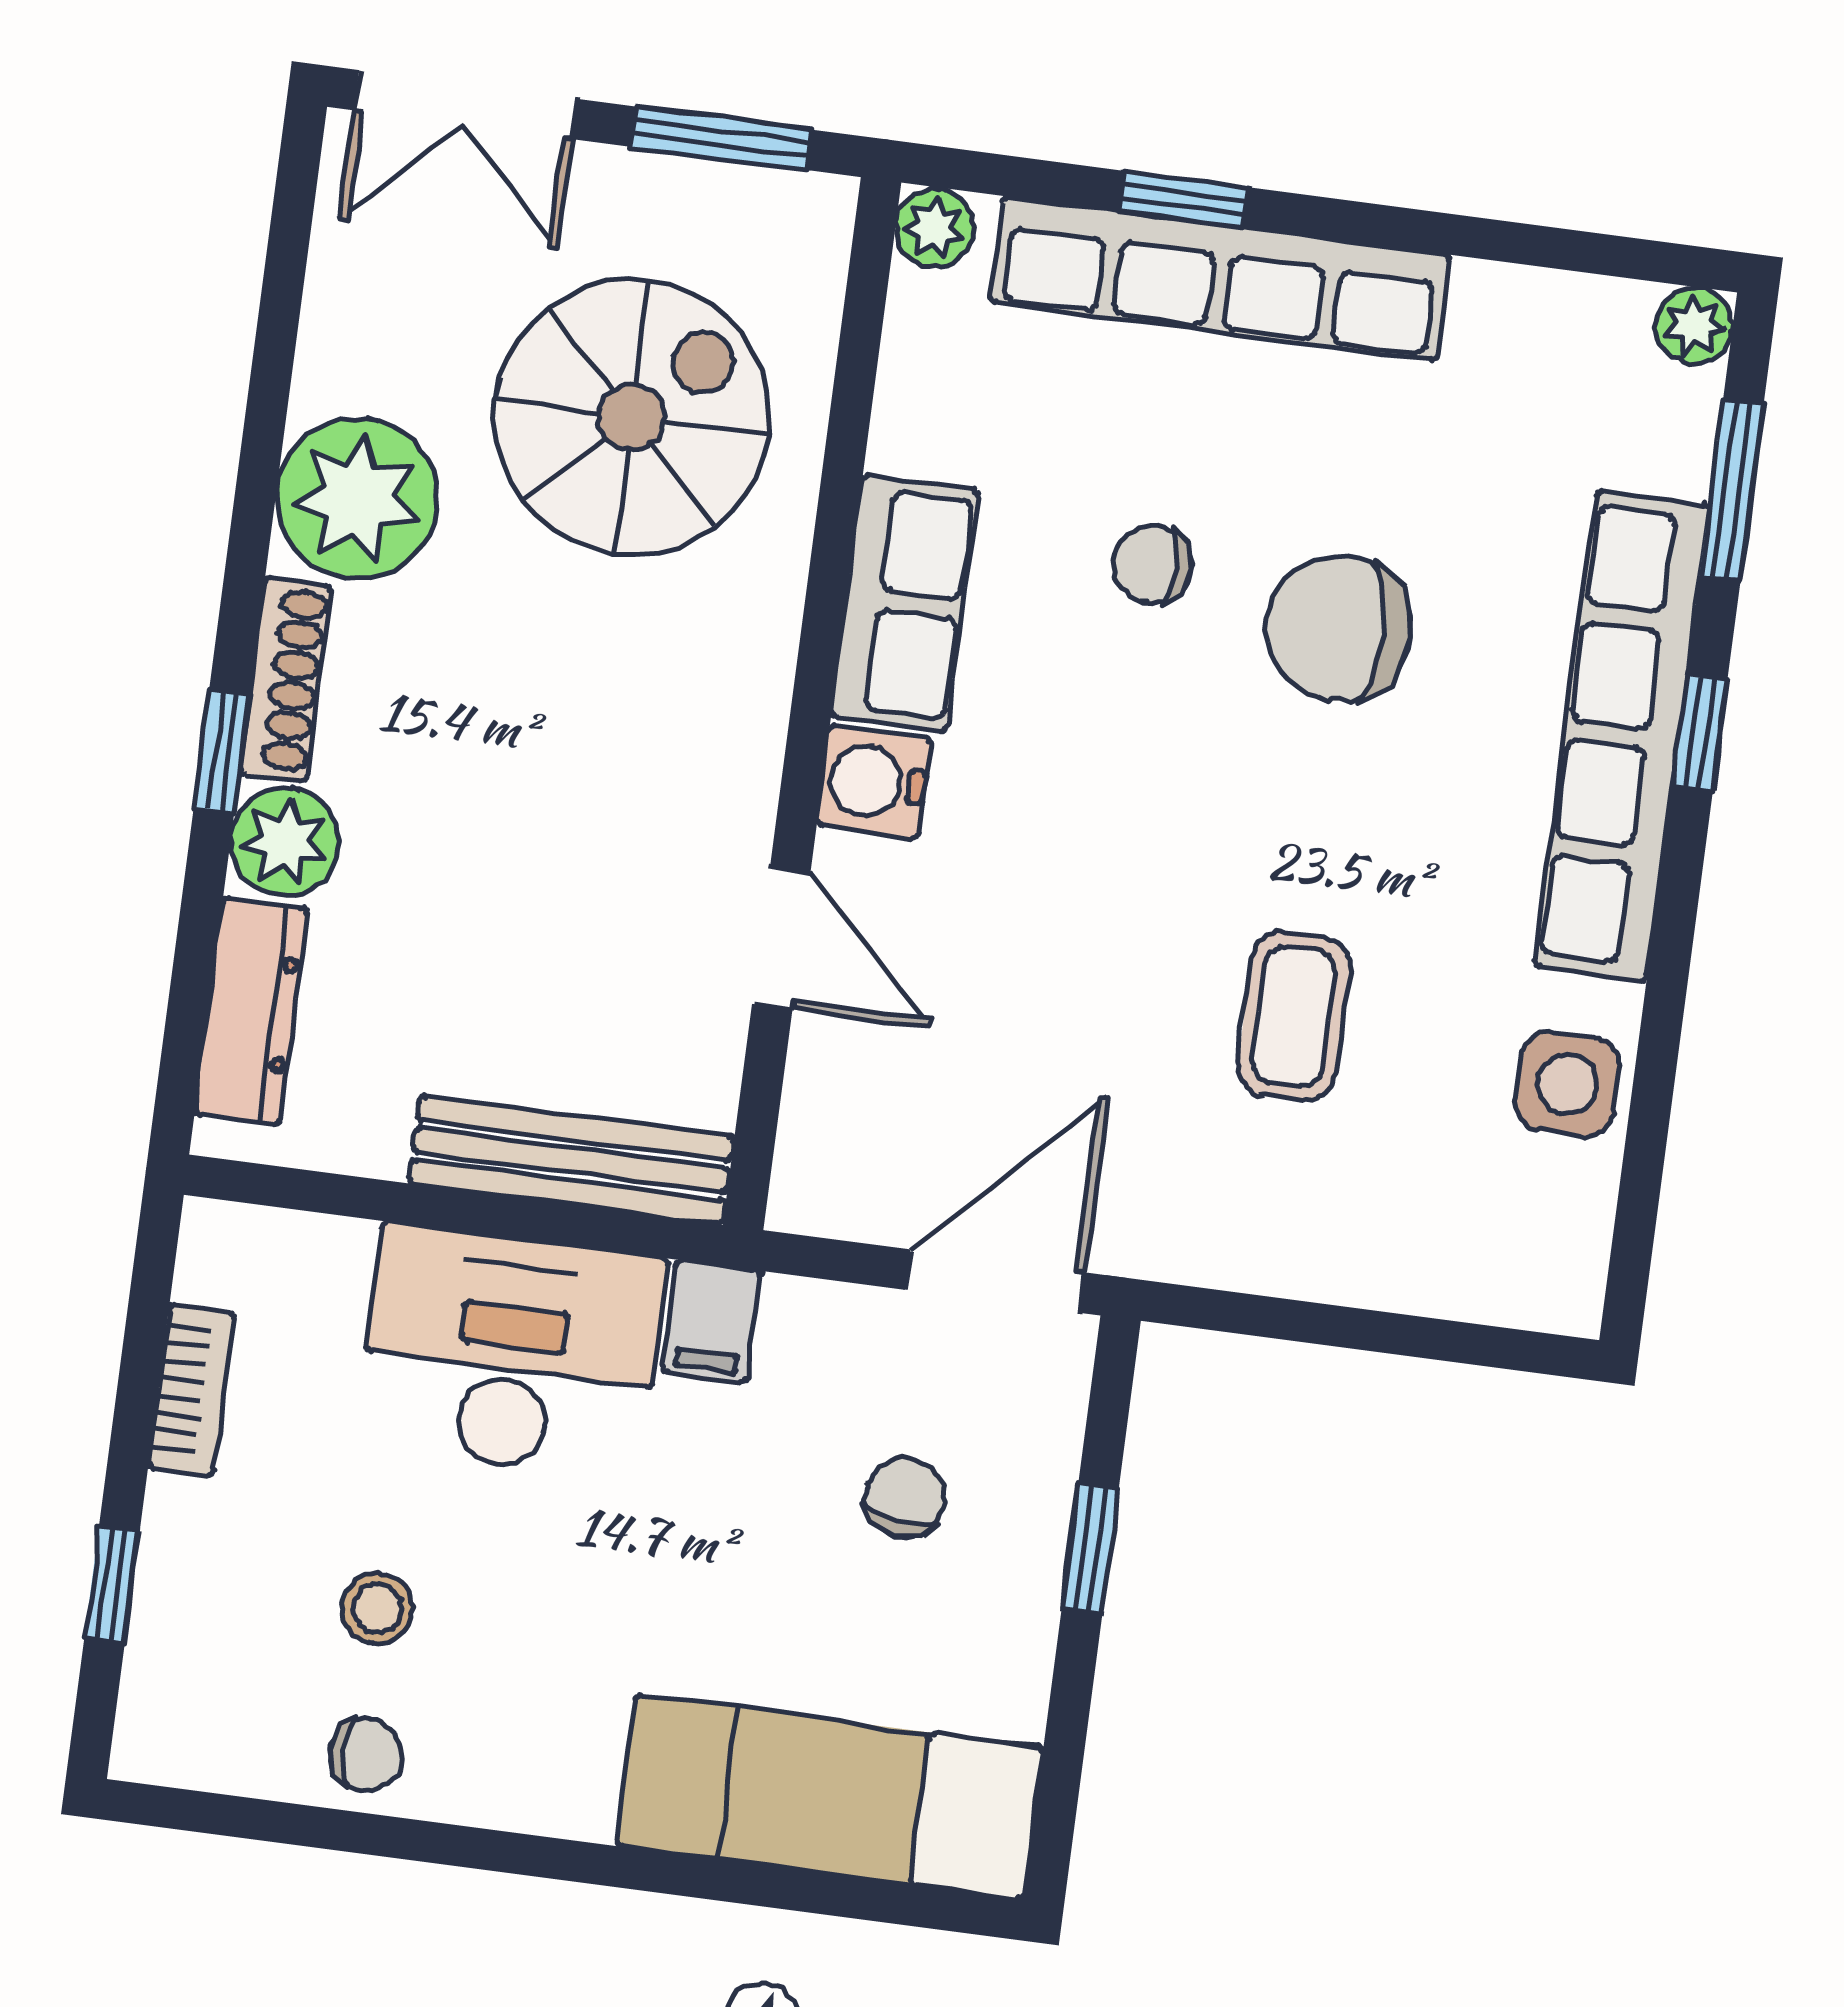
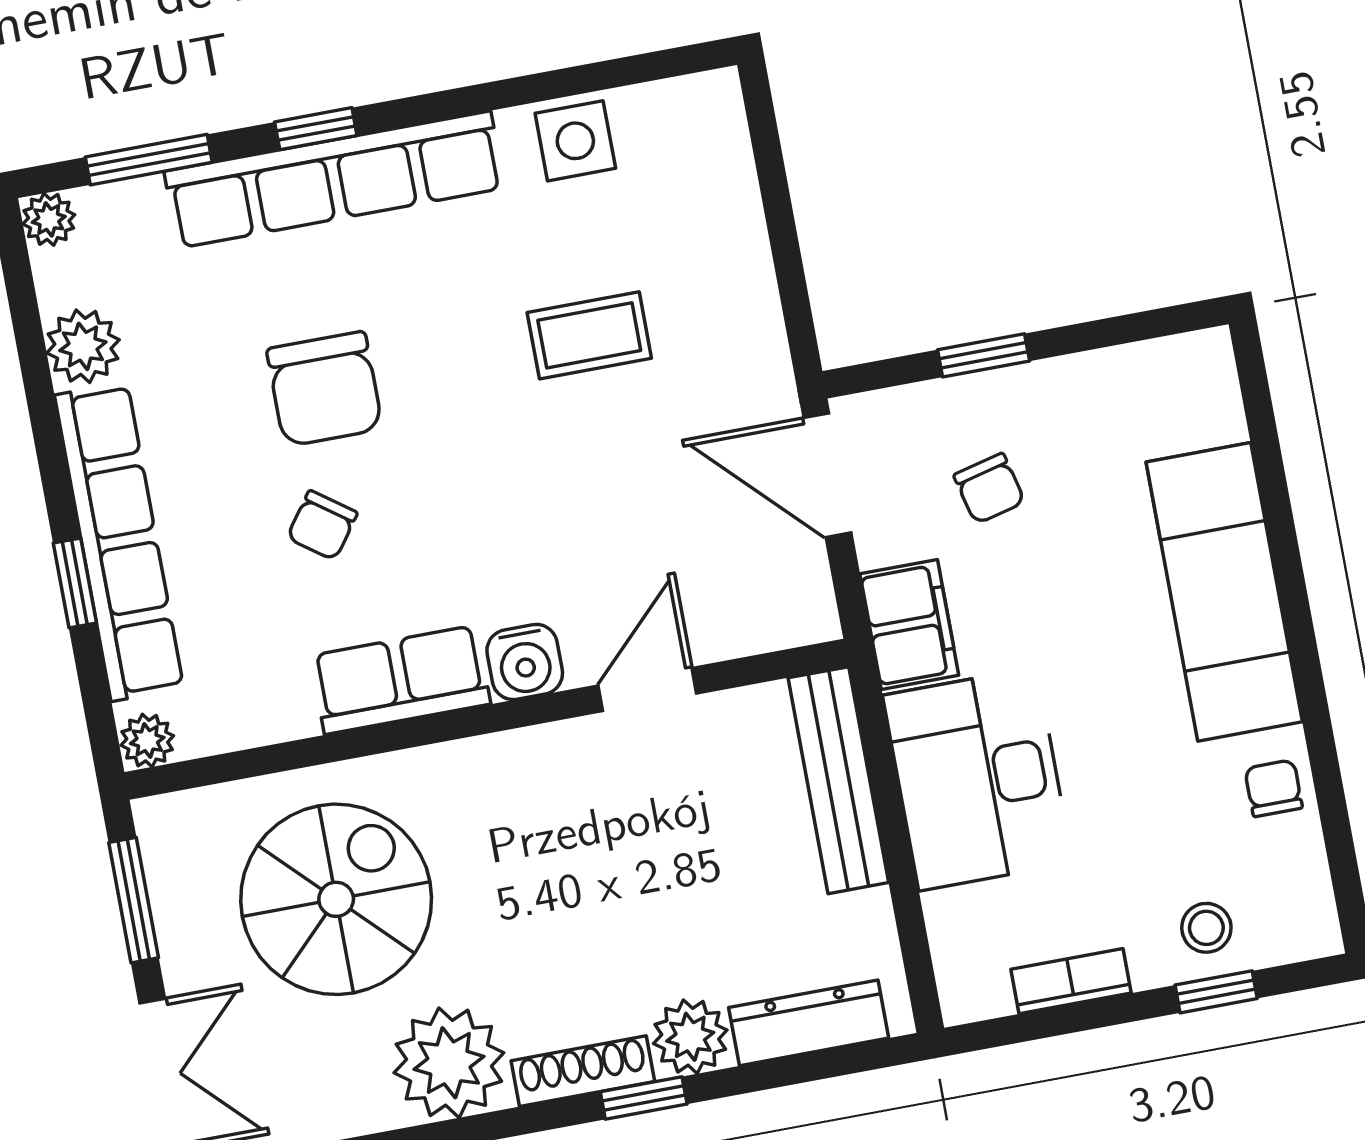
plant: (1505, 316) -> (83, 346), added
spiral stairs: (632, 417) -> (336, 899), turned 90
chair: (1152, 564) -> (322, 525), turned 36
filing cabinet: (711, 1322) -> (909, 625), width x2.00
chair: (905, 1498) -> (989, 488), turned -112
stool: (377, 1608) -> (1206, 928), moved
exam couch: (830, 1797) -> (1224, 592), moved

